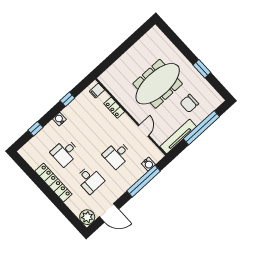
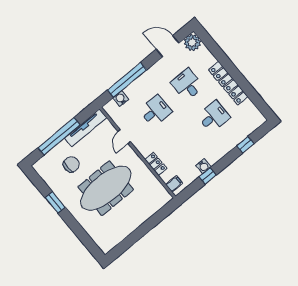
water cooler: (59, 119) -> (203, 166), moved

